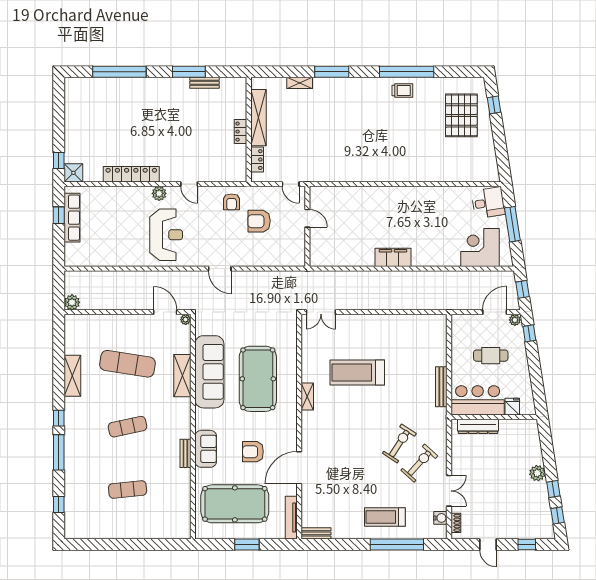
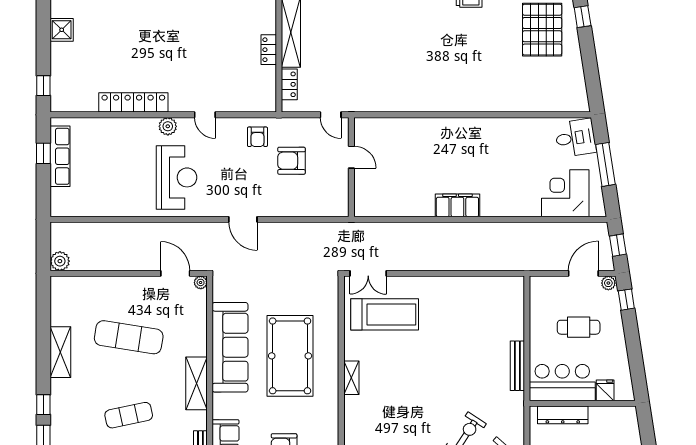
shower: (73, 173) -> (62, 30), moved
treadmill: (357, 373) -> (385, 314), moved, turned 180
shelving: (182, 376) -> (197, 383), moved

